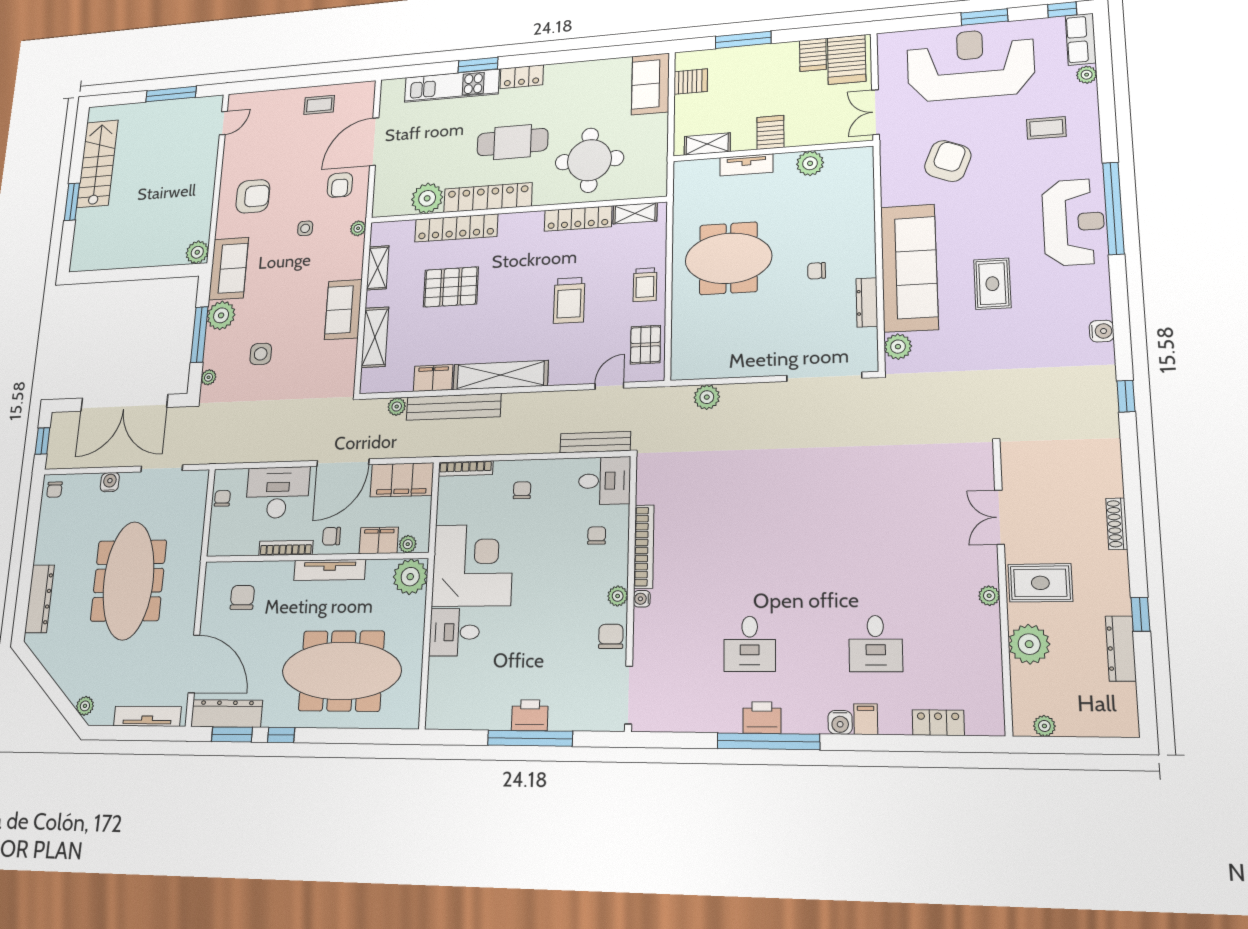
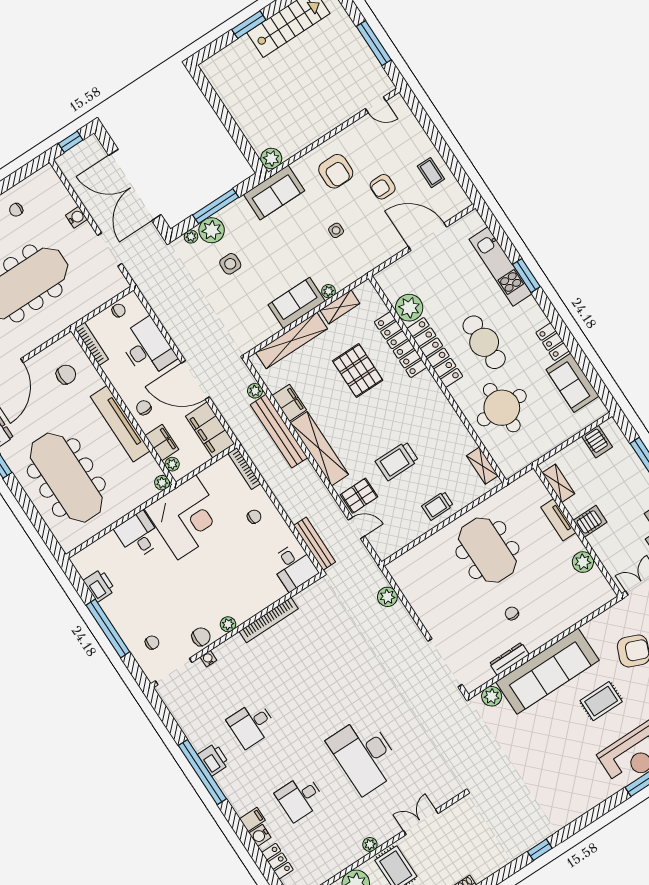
locker: (522, 77) -> (553, 342), moved
sofa: (650, 84) -> (573, 383), moved, turned -90
armchair: (340, 185) -> (383, 187), moved
locker: (578, 219) -> (456, 428), removed
plant: (358, 228) -> (328, 291), moved
rug: (992, 284) -> (601, 701), moved
plant: (221, 315) -> (212, 230), moved
water cooler: (1102, 331) -> (573, 812), removed
shelving: (375, 337) -> (292, 341), width x1.47
pallet: (645, 345) -> (359, 496), moved
chair: (54, 490) -> (16, 210), moved
desk: (873, 534) -> (365, 755), added
chair: (597, 536) -> (152, 643), moved
bookcase: (286, 548) -> (92, 344), moved
tv unit: (330, 570) -> (120, 424), width x1.36, depth x1.29
plant: (410, 577) -> (162, 483), width x0.53, depth x0.53
water cooler: (642, 599) -> (208, 659), moved
printer: (530, 715) -> (99, 585), moved
water cooler: (840, 722) -> (260, 835), moved

